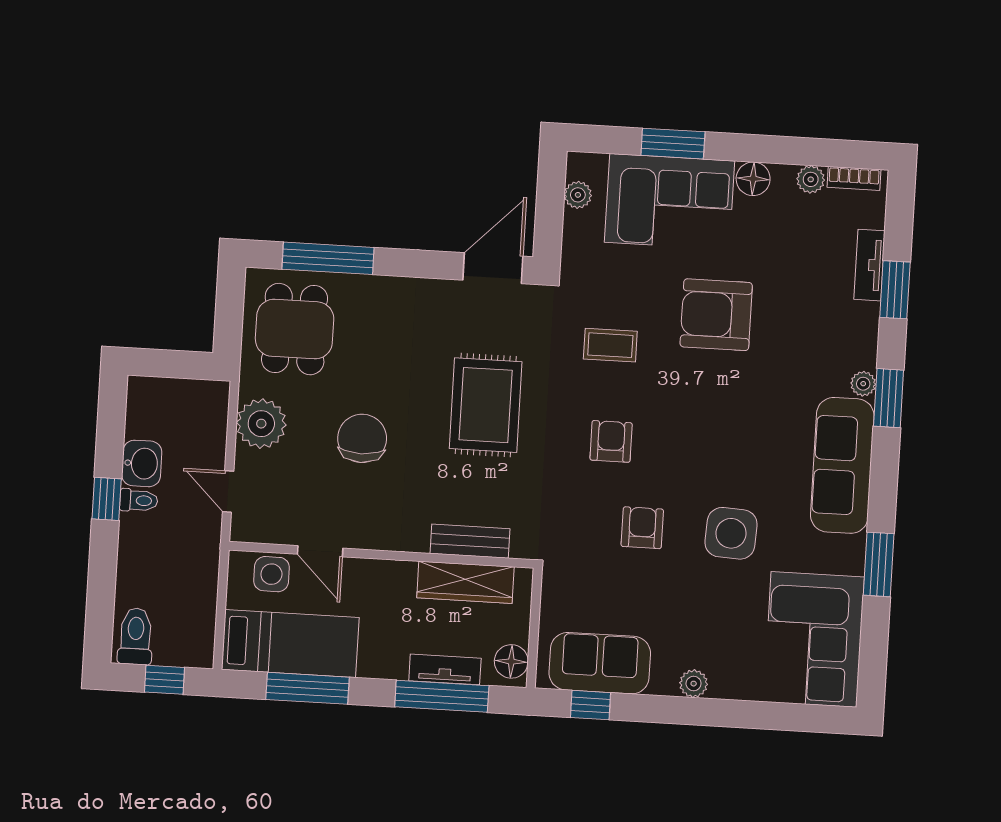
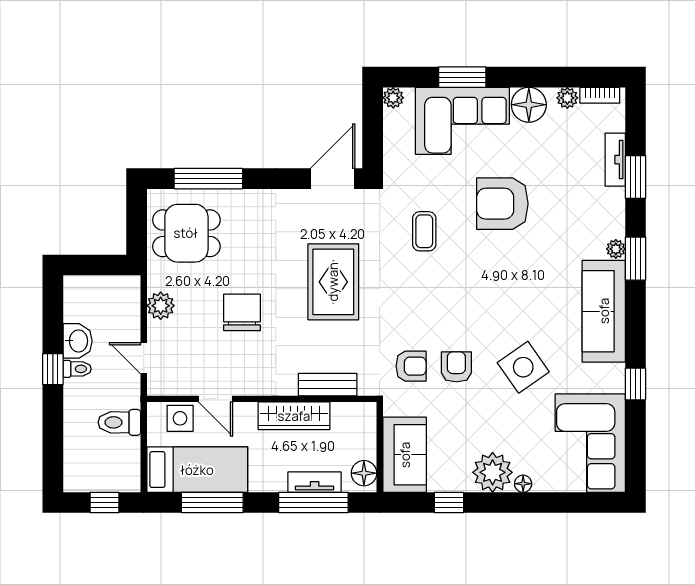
floor lamp: (753, 179) -> (529, 105), width x1.38, depth x1.38
plant: (578, 195) -> (393, 98), moved
dining table: (295, 329) -> (186, 233), turned 90
coffee table: (610, 345) -> (424, 231), turned 90
plant: (261, 424) -> (161, 306), width x0.73, depth x0.73
armchair: (611, 441) -> (411, 366), moved, turned 90
side table: (731, 533) -> (523, 367), turned -38
window: (879, 564) -> (635, 384), width x0.67
wardrobe: (465, 582) -> (294, 416), moved
toilet: (136, 636) -> (119, 422), moved, turned -90
sofa: (600, 663) -> (405, 455), moved, turned 90
plant: (694, 684) -> (493, 472), width x1.88, depth x1.88
floor lamp: (722, 688) -> (523, 484), added
window: (591, 705) -> (449, 502), moved

